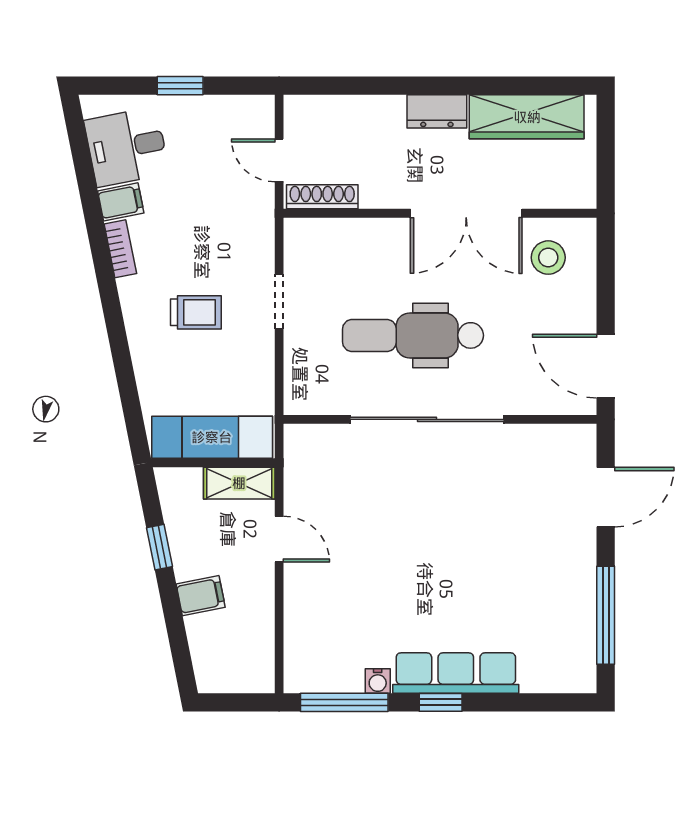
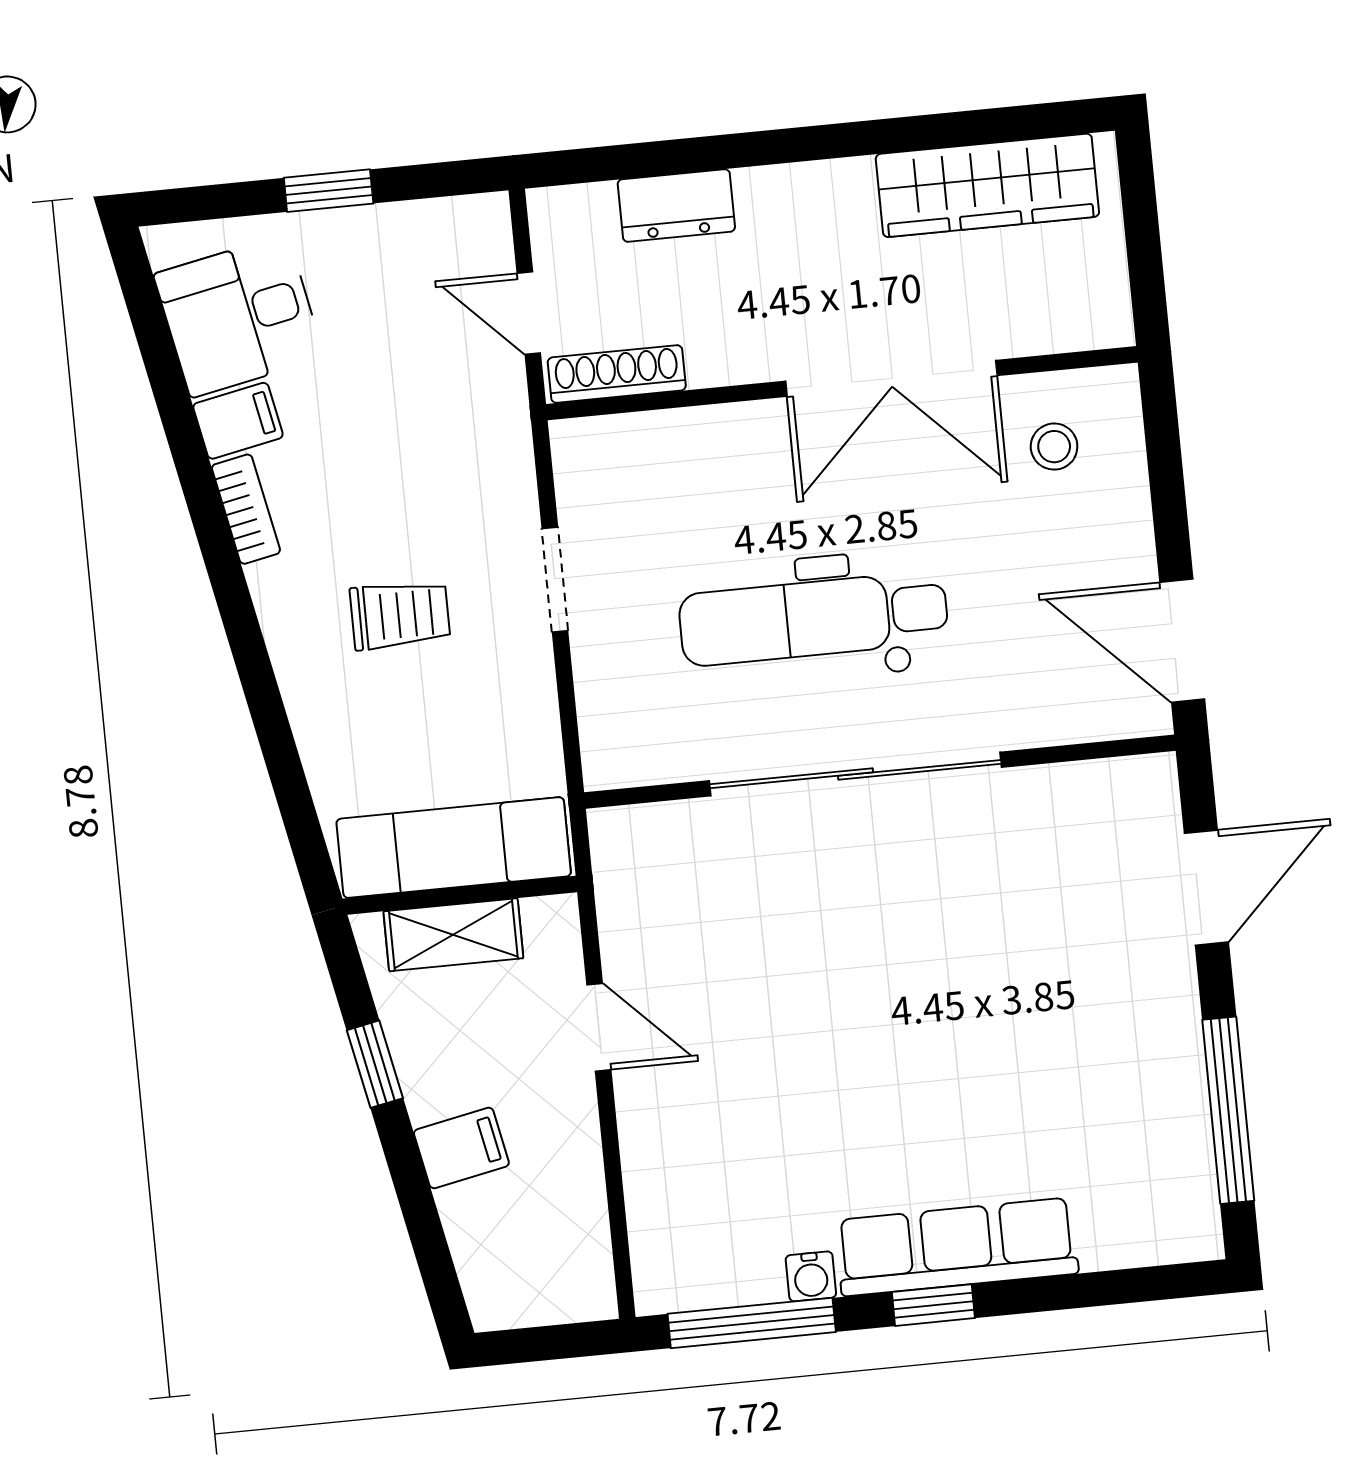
dresser: (437, 111) -> (676, 206), moved
stool: (548, 258) -> (1054, 447), width x0.73, depth x0.73
shelving: (239, 483) -> (453, 935), moved

